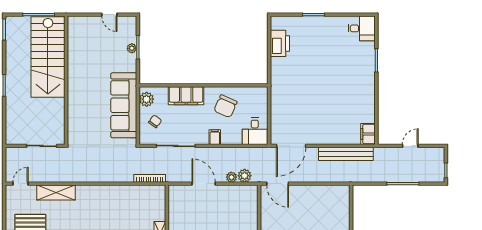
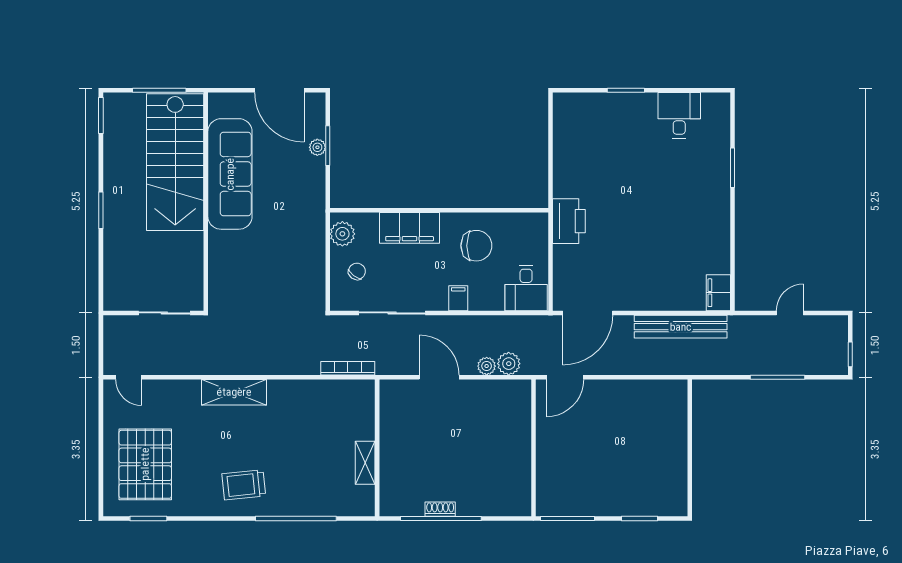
door: (109, 15) -> (279, 90), width x1.87
desk: (362, 28) -> (679, 115), moved, turned -90
printer: (280, 43) -> (569, 221), moved
sofa: (124, 105) -> (230, 174), moved, turned 180
chair: (225, 106) -> (476, 246), turned -114
door: (21, 184) -> (129, 377), swing flipped
door: (278, 184) -> (565, 377), hinge flipped
shelving: (56, 193) -> (234, 392), moved

